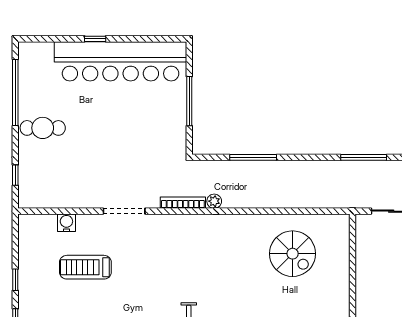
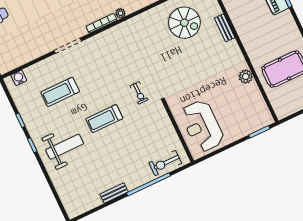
water cooler: (66, 223) -> (19, 78), moved
bench: (342, 286) -> (225, 28), added

